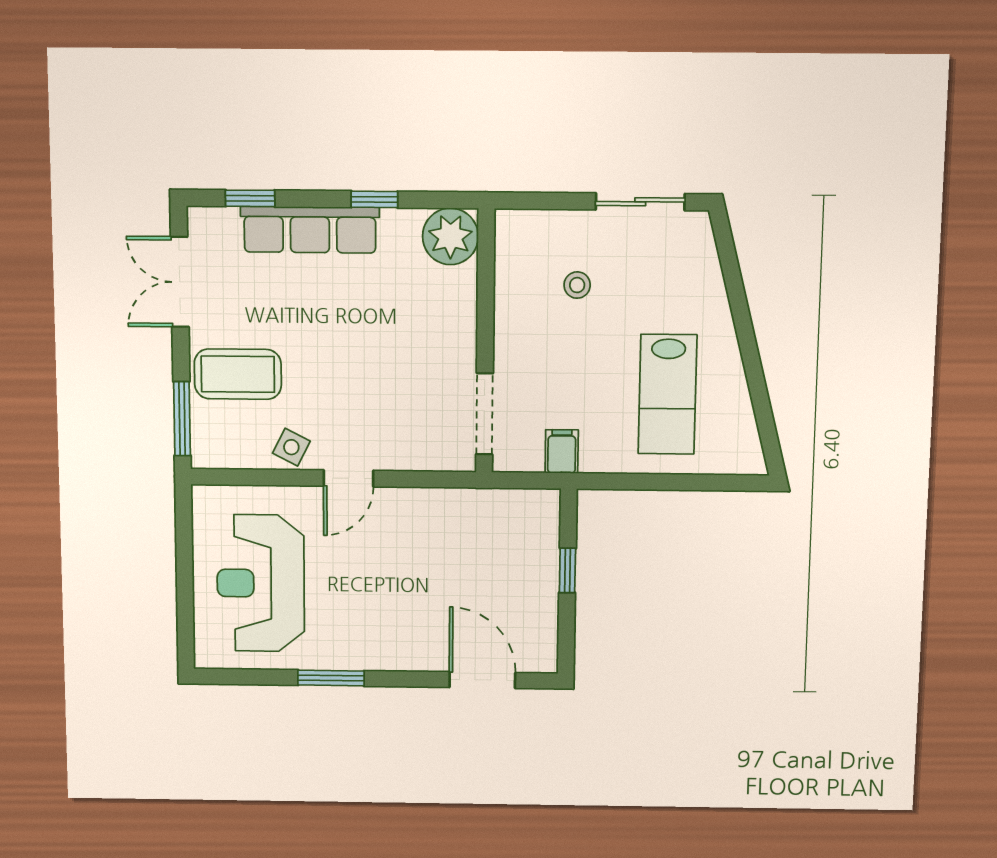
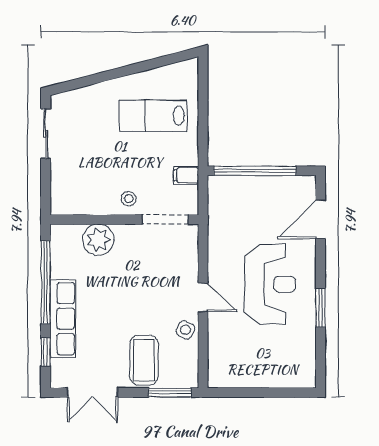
window: (374, 199) -> (46, 282), width x3.17
plant: (450, 236) -> (98, 240), moved
stool: (577, 285) -> (129, 199), moved
lab bench: (667, 394) -> (153, 116), turned 180
window: (567, 571) -> (255, 171), width x3.17
reception desk: (261, 583) -> (270, 284), moved, turned -90

